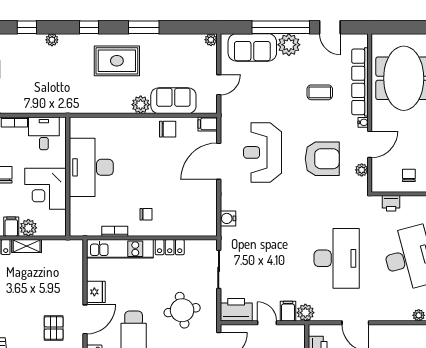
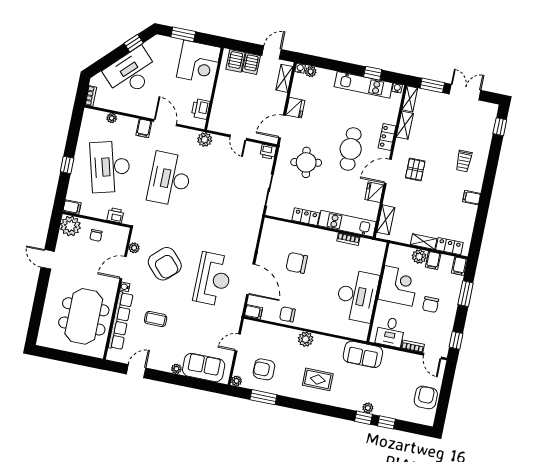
window: (89, 27) -> (364, 418), moved
window: (144, 27) -> (263, 397), moved
window: (281, 27) -> (177, 379), removed
door: (330, 27) -> (136, 371), hinge flipped
plant: (289, 45) -> (176, 369), width x0.53, depth x0.53
armchair: (182, 60) -> (264, 369), added
rug: (117, 61) -> (318, 379), width x0.73, depth x0.70
sofa: (173, 101) -> (363, 354), moved
armchair: (322, 159) -> (165, 264), turned -133
door: (219, 161) -> (251, 279), hinge flipped
chair: (146, 214) -> (297, 263), moved, width x1.87, depth x1.87
water cooler: (228, 218) -> (253, 230), removed
shelving: (76, 262) -> (386, 220), added
printer: (236, 310) -> (268, 152), width x0.53, depth x0.68
filing cabinet: (288, 311) -> (144, 128), moved

